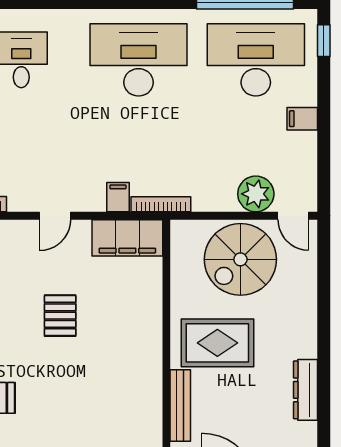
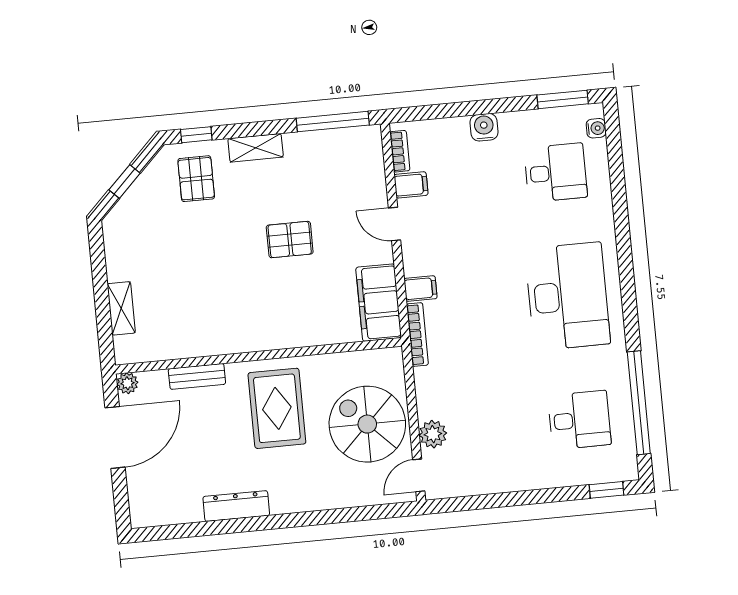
desk: (256, 60) -> (579, 420), width x0.53, depth x0.77
filing cabinet: (302, 119) -> (411, 185), moved, turned 90
plant: (256, 194) -> (433, 434), width x0.73, depth x0.73
bench: (180, 406) -> (197, 376), width x0.73

